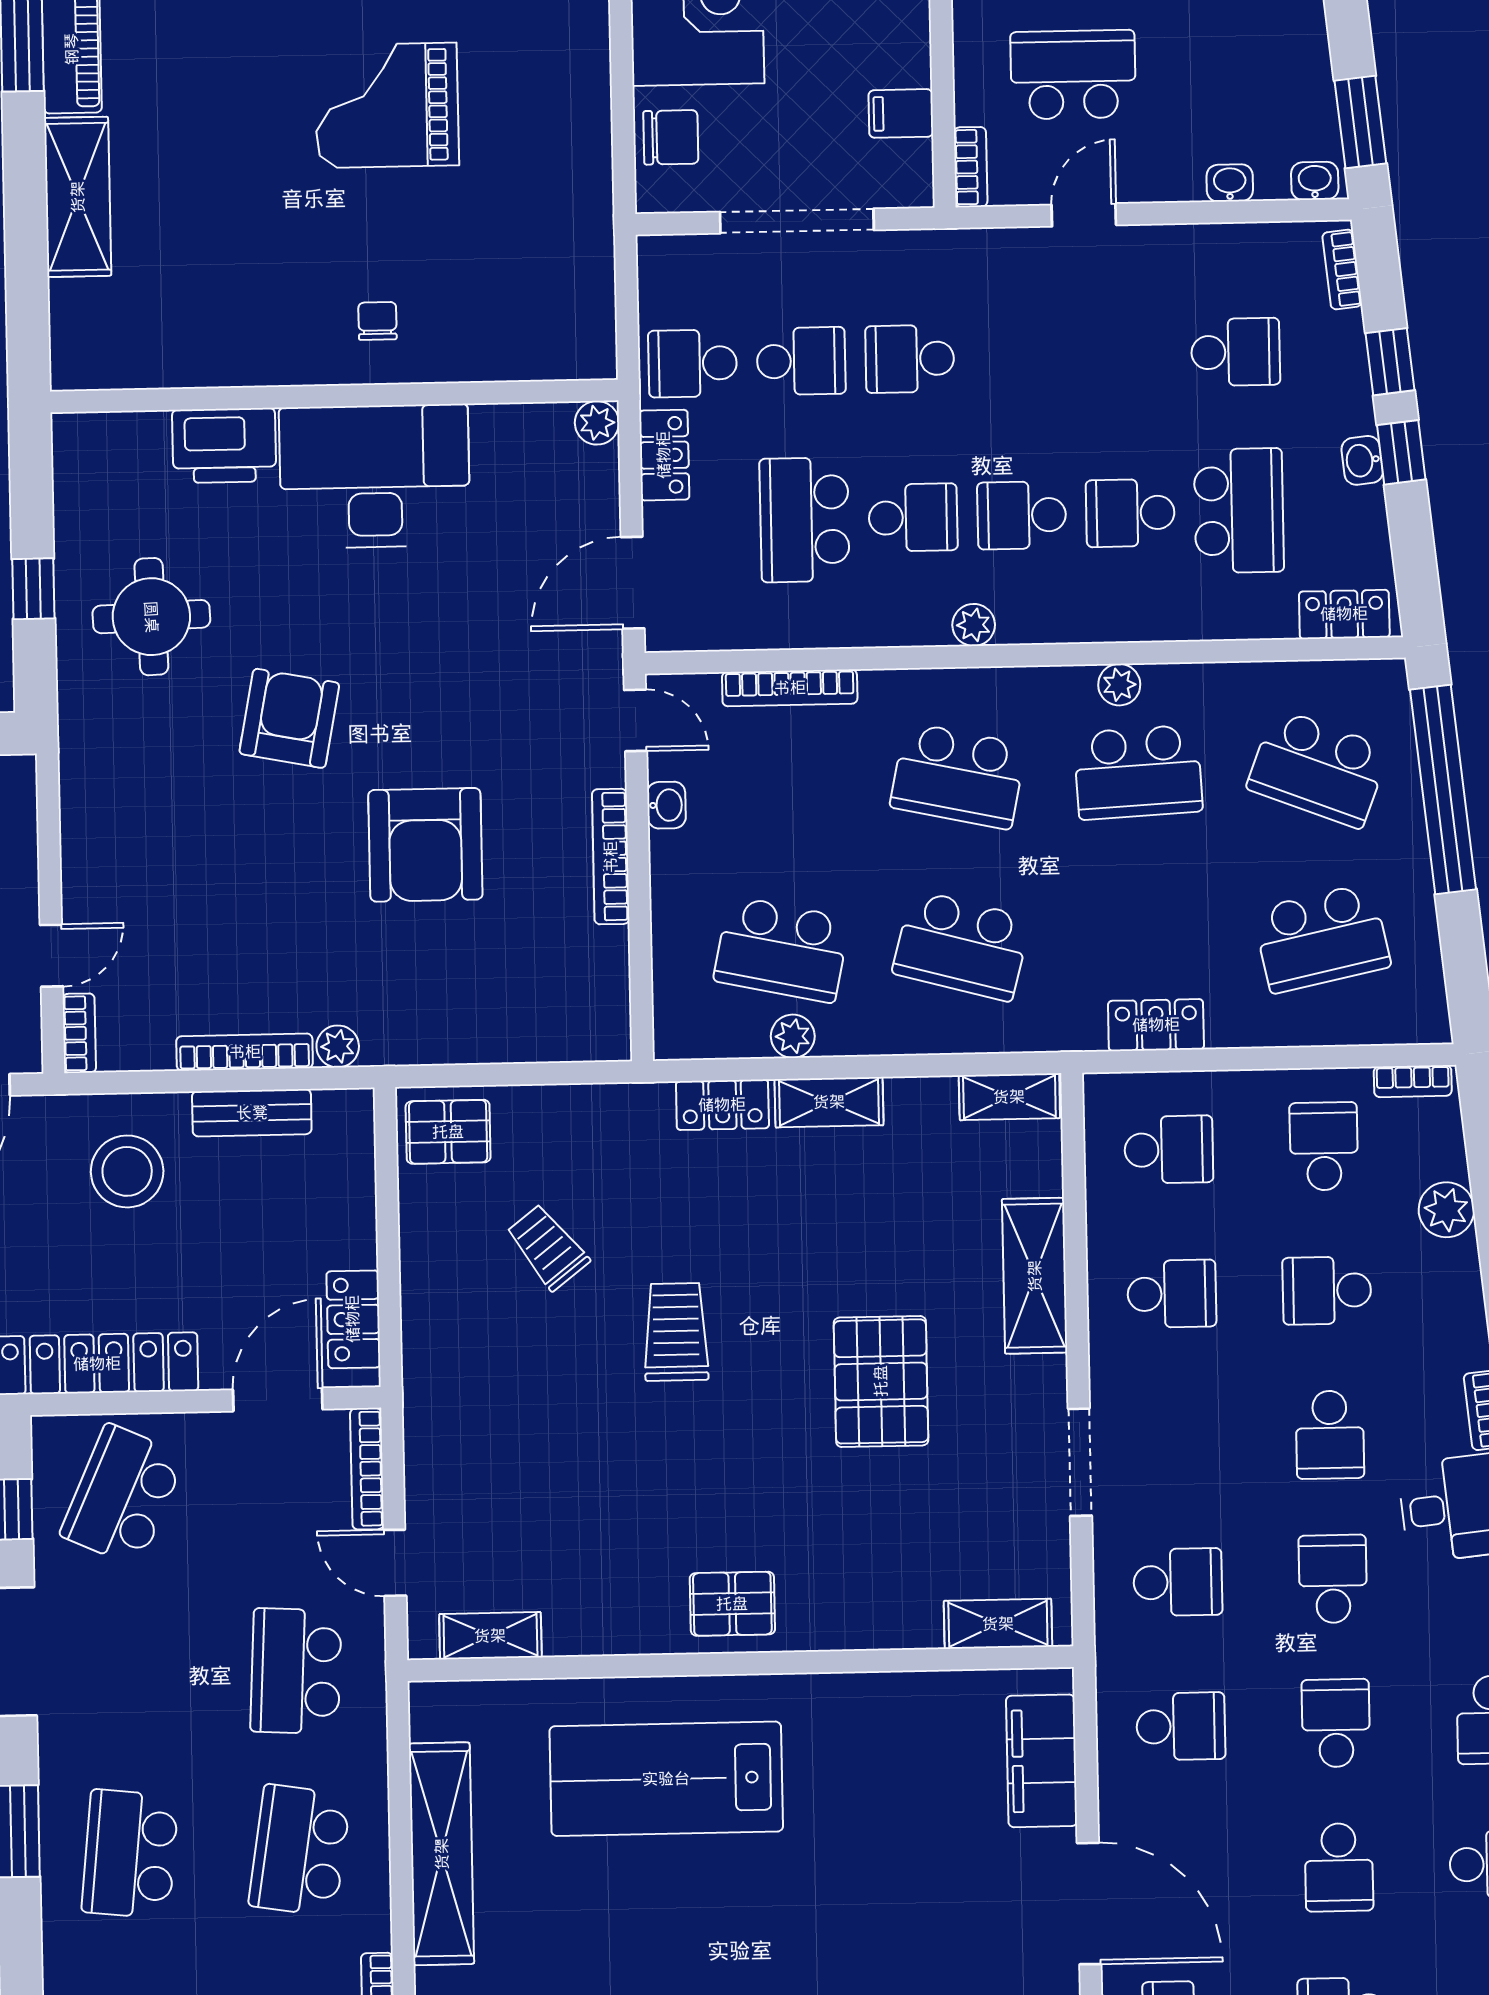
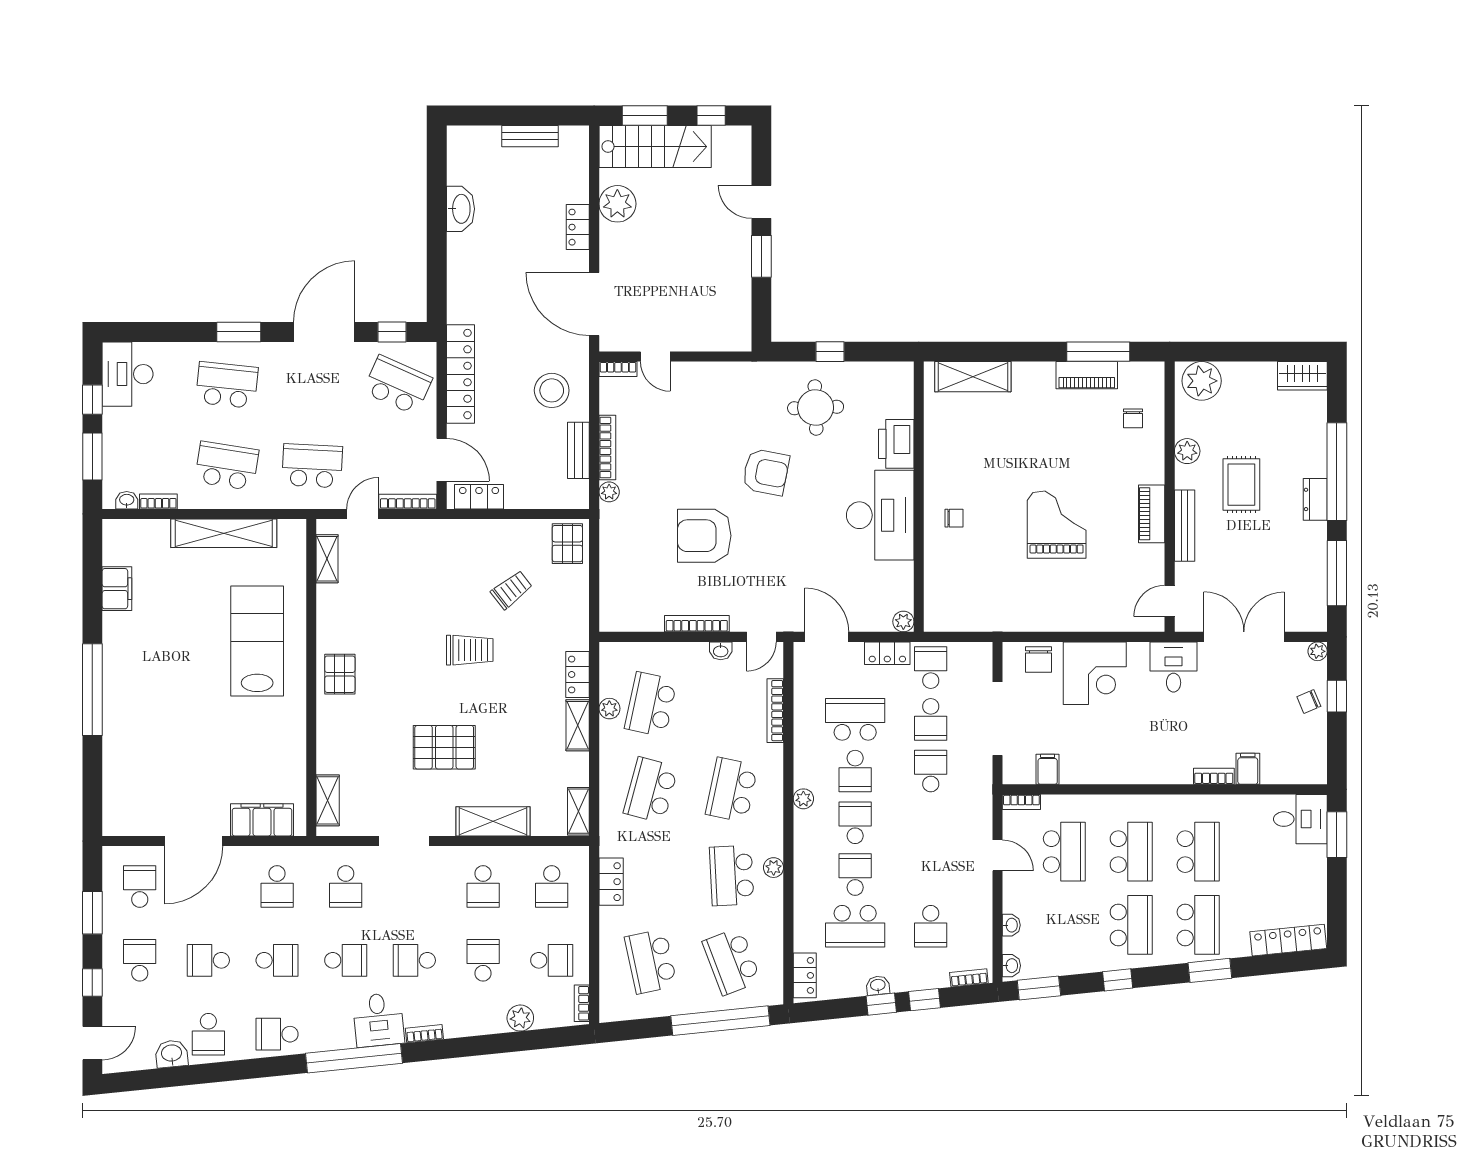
shelving: (78, 197) -> (973, 377), moved
school desk: (1318, 768) -> (732, 961), turned -42

